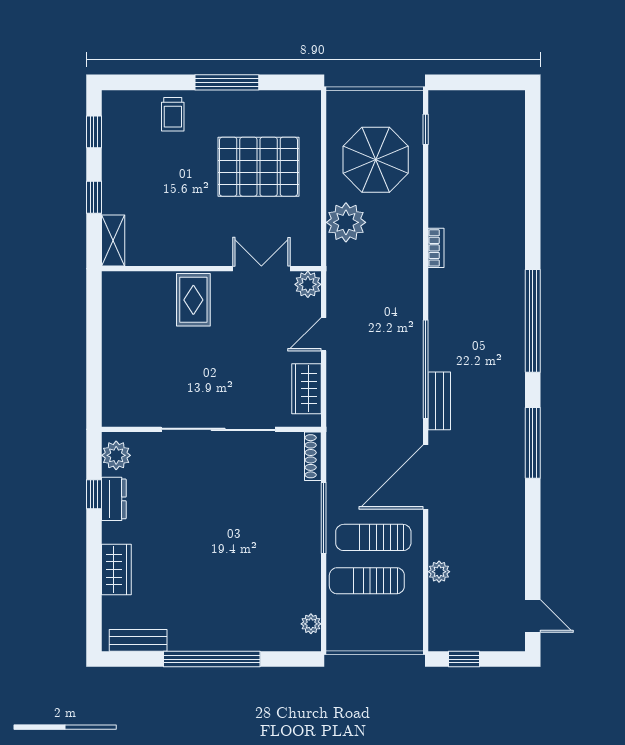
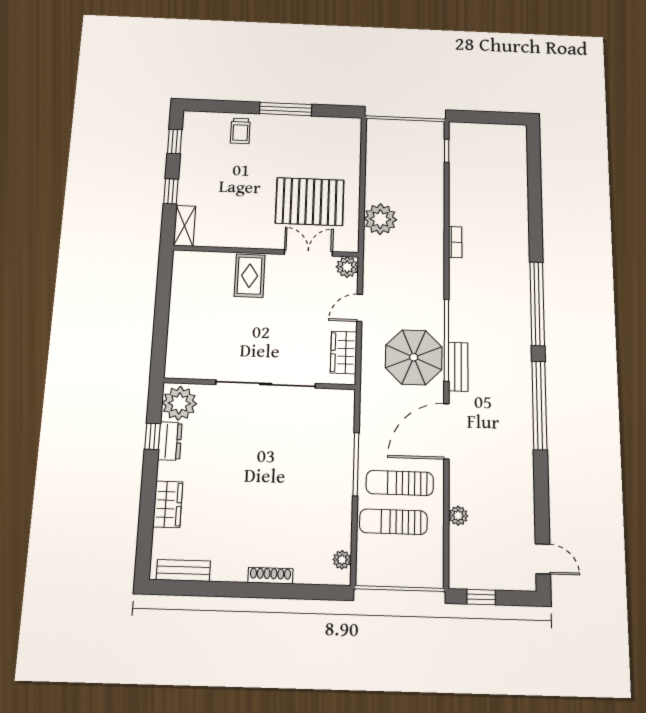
parasol: (376, 160) -> (414, 357), moved
pallet: (258, 167) -> (310, 202), moved
window: (533, 443) -> (539, 405), width x1.46
plant: (116, 455) -> (179, 403), width x1.36, depth x1.36
shoe rack: (313, 456) -> (270, 576), moved, turned 90
window: (212, 659) -> (250, 590), removed

